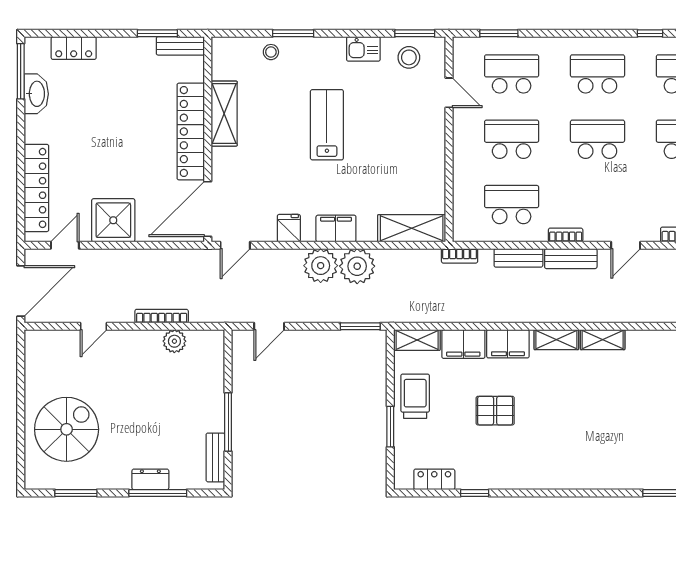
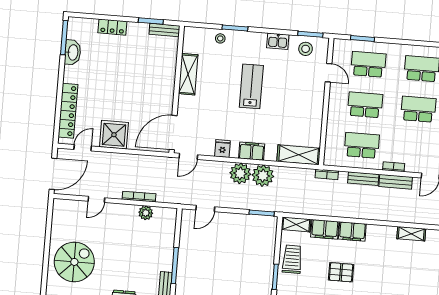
locker: (74, 48) -> (112, 27), moved
locker: (191, 132) -> (167, 84), removed
shelving: (556, 340) -> (383, 231), removed

